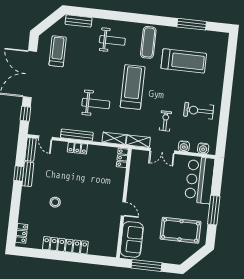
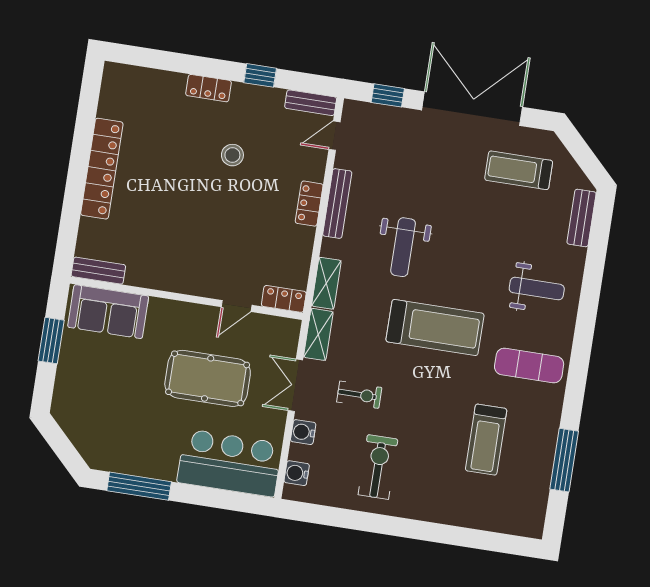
weight bench: (112, 40) -> (537, 289), turned -90
treadmill: (58, 51) -> (519, 170), turned 180
treadmill: (184, 61) -> (486, 440), width x0.73, depth x0.73
bench: (28, 174) -> (98, 271), moved
stool: (55, 202) -> (232, 155), moved
door: (123, 209) -> (237, 306), moved
window: (214, 210) -> (139, 486), moved
pool table: (181, 230) -> (208, 378), moved, turned 90
locker: (22, 233) -> (209, 88), moved
window: (146, 265) -> (51, 341), width x0.69

